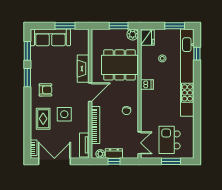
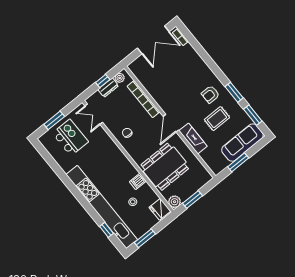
dishwasher: (147, 85) -> (138, 181), moved
side table: (64, 114) -> (178, 87), removed
rug: (43, 119) -> (217, 119), moved, turned 90
tv unit: (84, 145) -> (139, 74), removed

